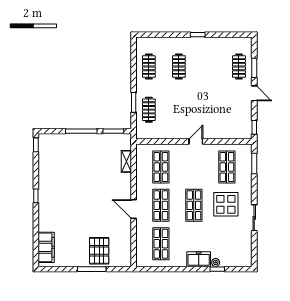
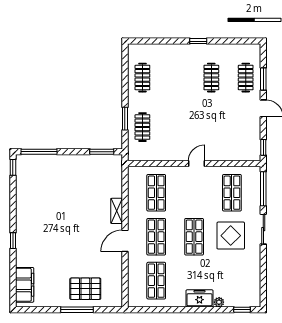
clothes rail: (179, 67) -> (211, 78), moved
window: (81, 131) -> (39, 152), moved
shelving: (126, 161) -> (117, 211), moved
window: (254, 164) -> (263, 189), width x1.44
window: (36, 196) -> (13, 241), moved
door: (134, 209) -> (125, 241), hinge flipped
sliding door: (254, 218) -> (263, 229), moved
pallet: (99, 251) -> (85, 289), turned 90
window: (217, 269) -> (242, 310), moved

